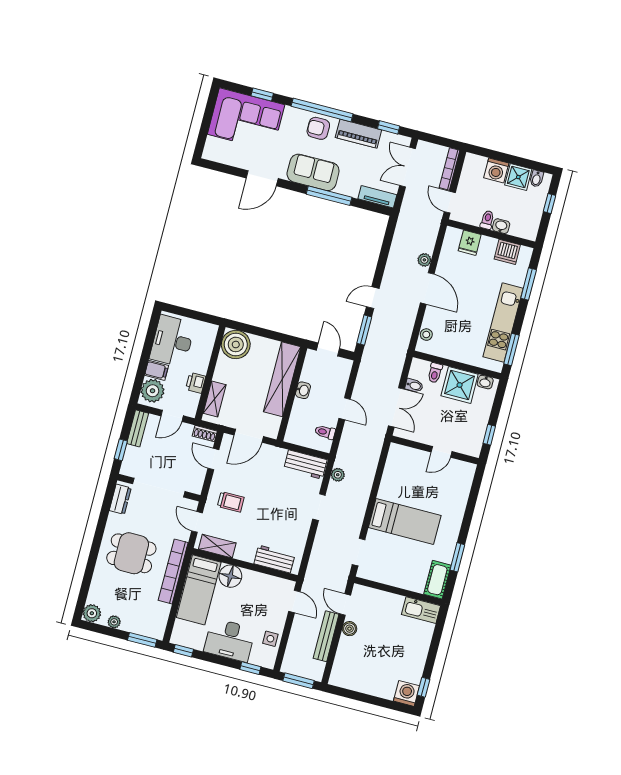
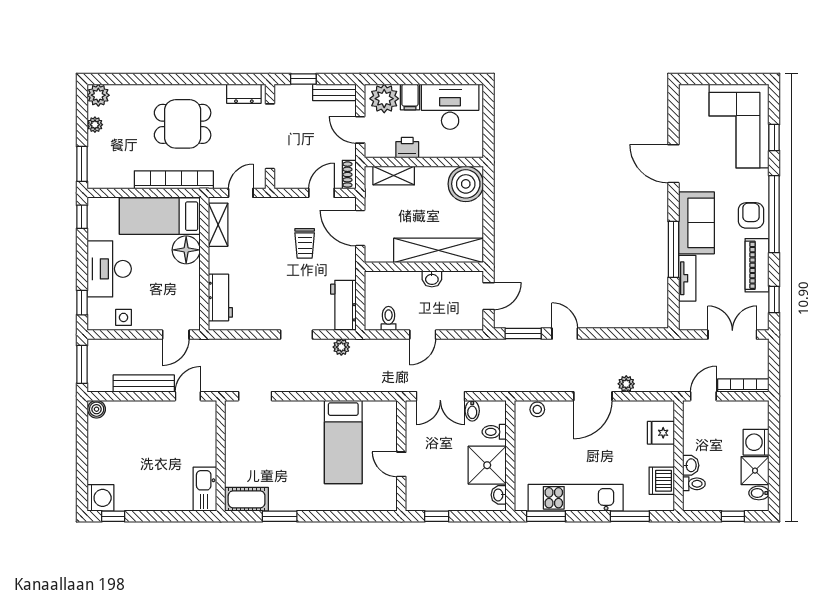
tv unit: (377, 197) -> (687, 278), moved
toilet: (487, 220) -> (694, 484), moved
trolley: (231, 502) -> (305, 243), moved
bed: (405, 521) -> (343, 442), moved
dining table: (131, 553) -> (183, 124), turned 90
boiler: (349, 629) -> (97, 409), moved

